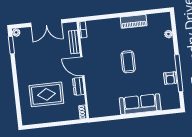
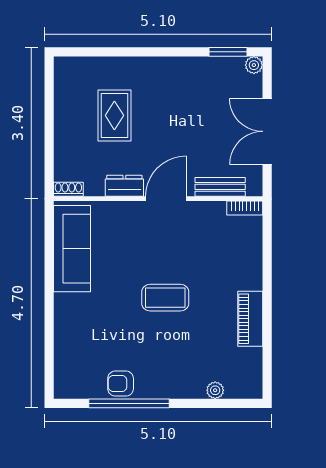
rug: (46, 94) -> (114, 115), width x0.73, depth x0.70
sofa: (140, 104) -> (72, 249), moved

